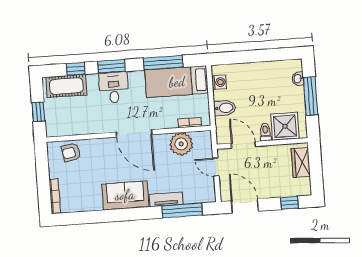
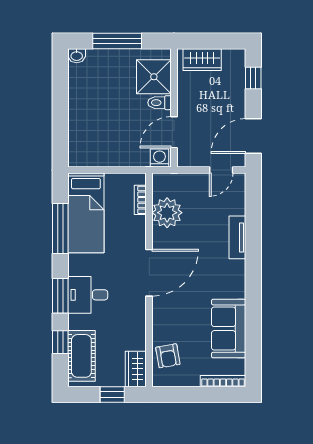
washbasin: (298, 79) -> (77, 56), moved
washing machine: (219, 82) -> (159, 158), moved
bidet: (225, 108) -> (125, 153), removed
wardrobe: (59, 129) -> (136, 369), added
door: (216, 167) -> (221, 170), moved
sofa: (125, 195) -> (229, 329), moved
window: (182, 210) -> (253, 218), removed

